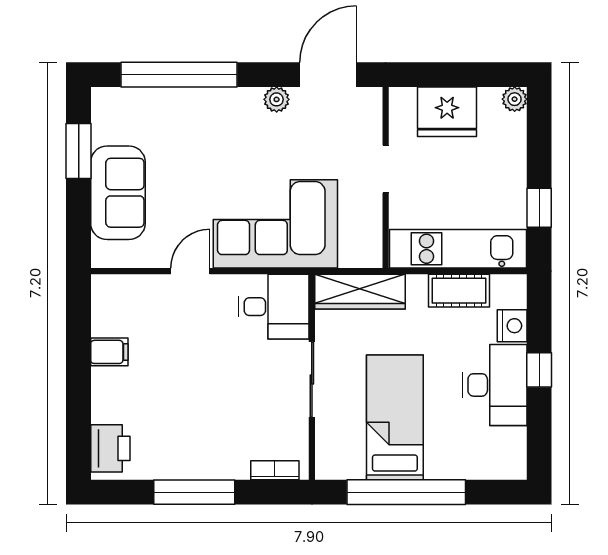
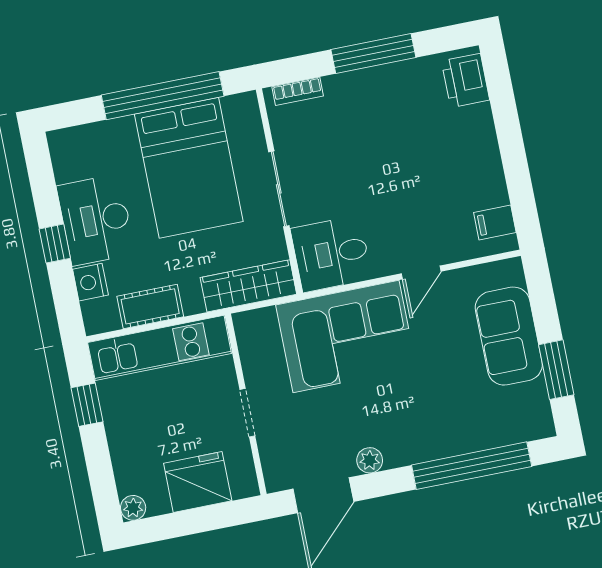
filing cabinet: (109, 352) -> (495, 223), moved
bed: (395, 417) -> (189, 168), width x1.50

